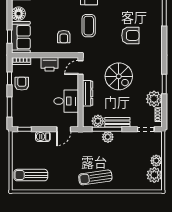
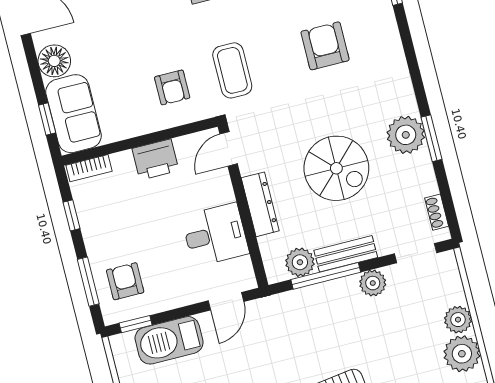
coffee table: (89, 26) -> (232, 70), moved
armchair: (130, 35) -> (325, 46), turned -90
spiral stairs: (119, 76) -> (336, 168), moved
armchair: (22, 84) -> (125, 281), moved
plant: (154, 99) -> (406, 135), moved
barbecue: (43, 137) -> (169, 340), width x1.88, depth x1.53
plant: (108, 137) -> (373, 283), moved

